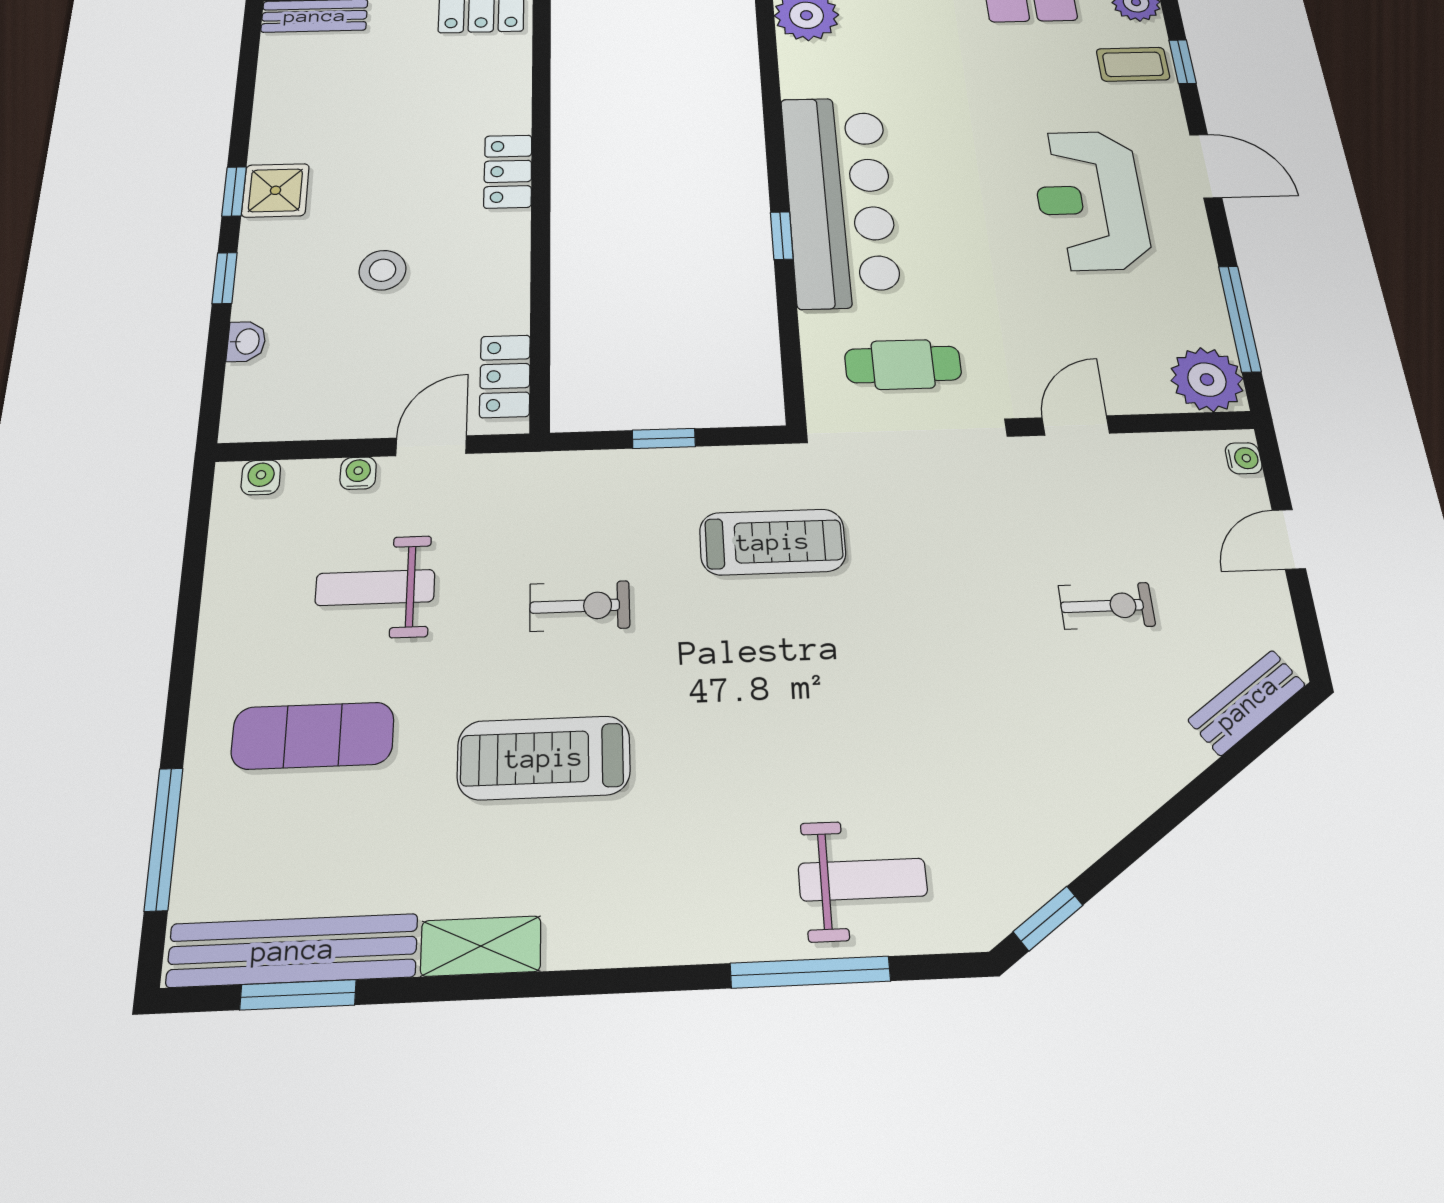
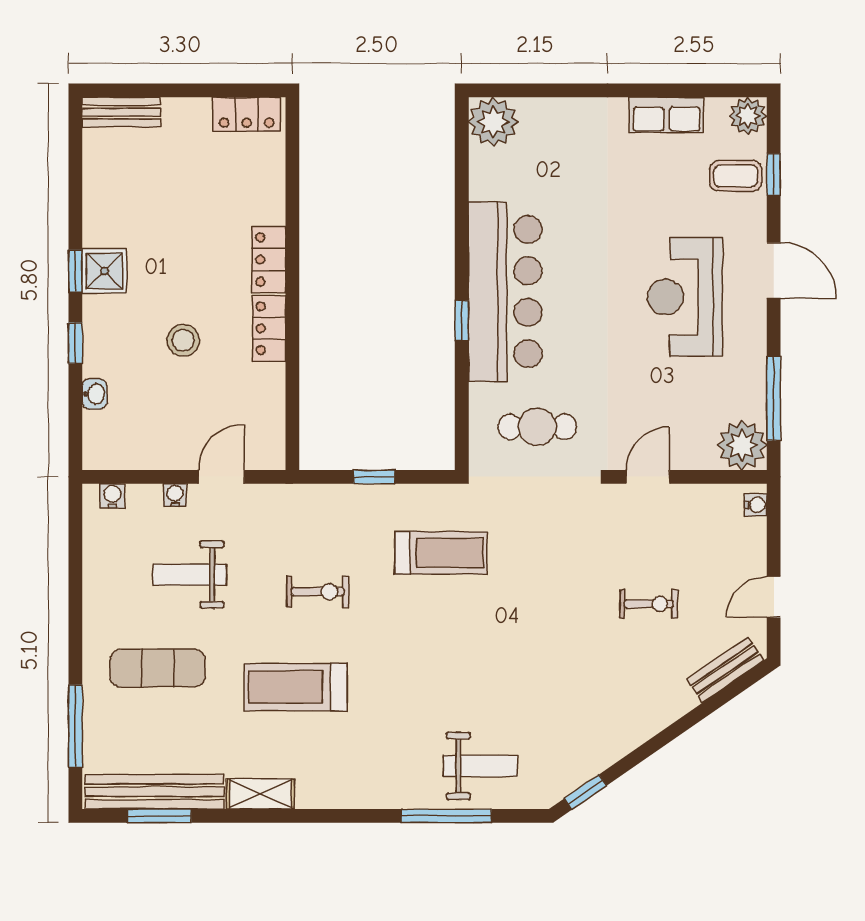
locker: (505, 376) -> (269, 328), moved
door: (1289, 539) -> (774, 597), moved

